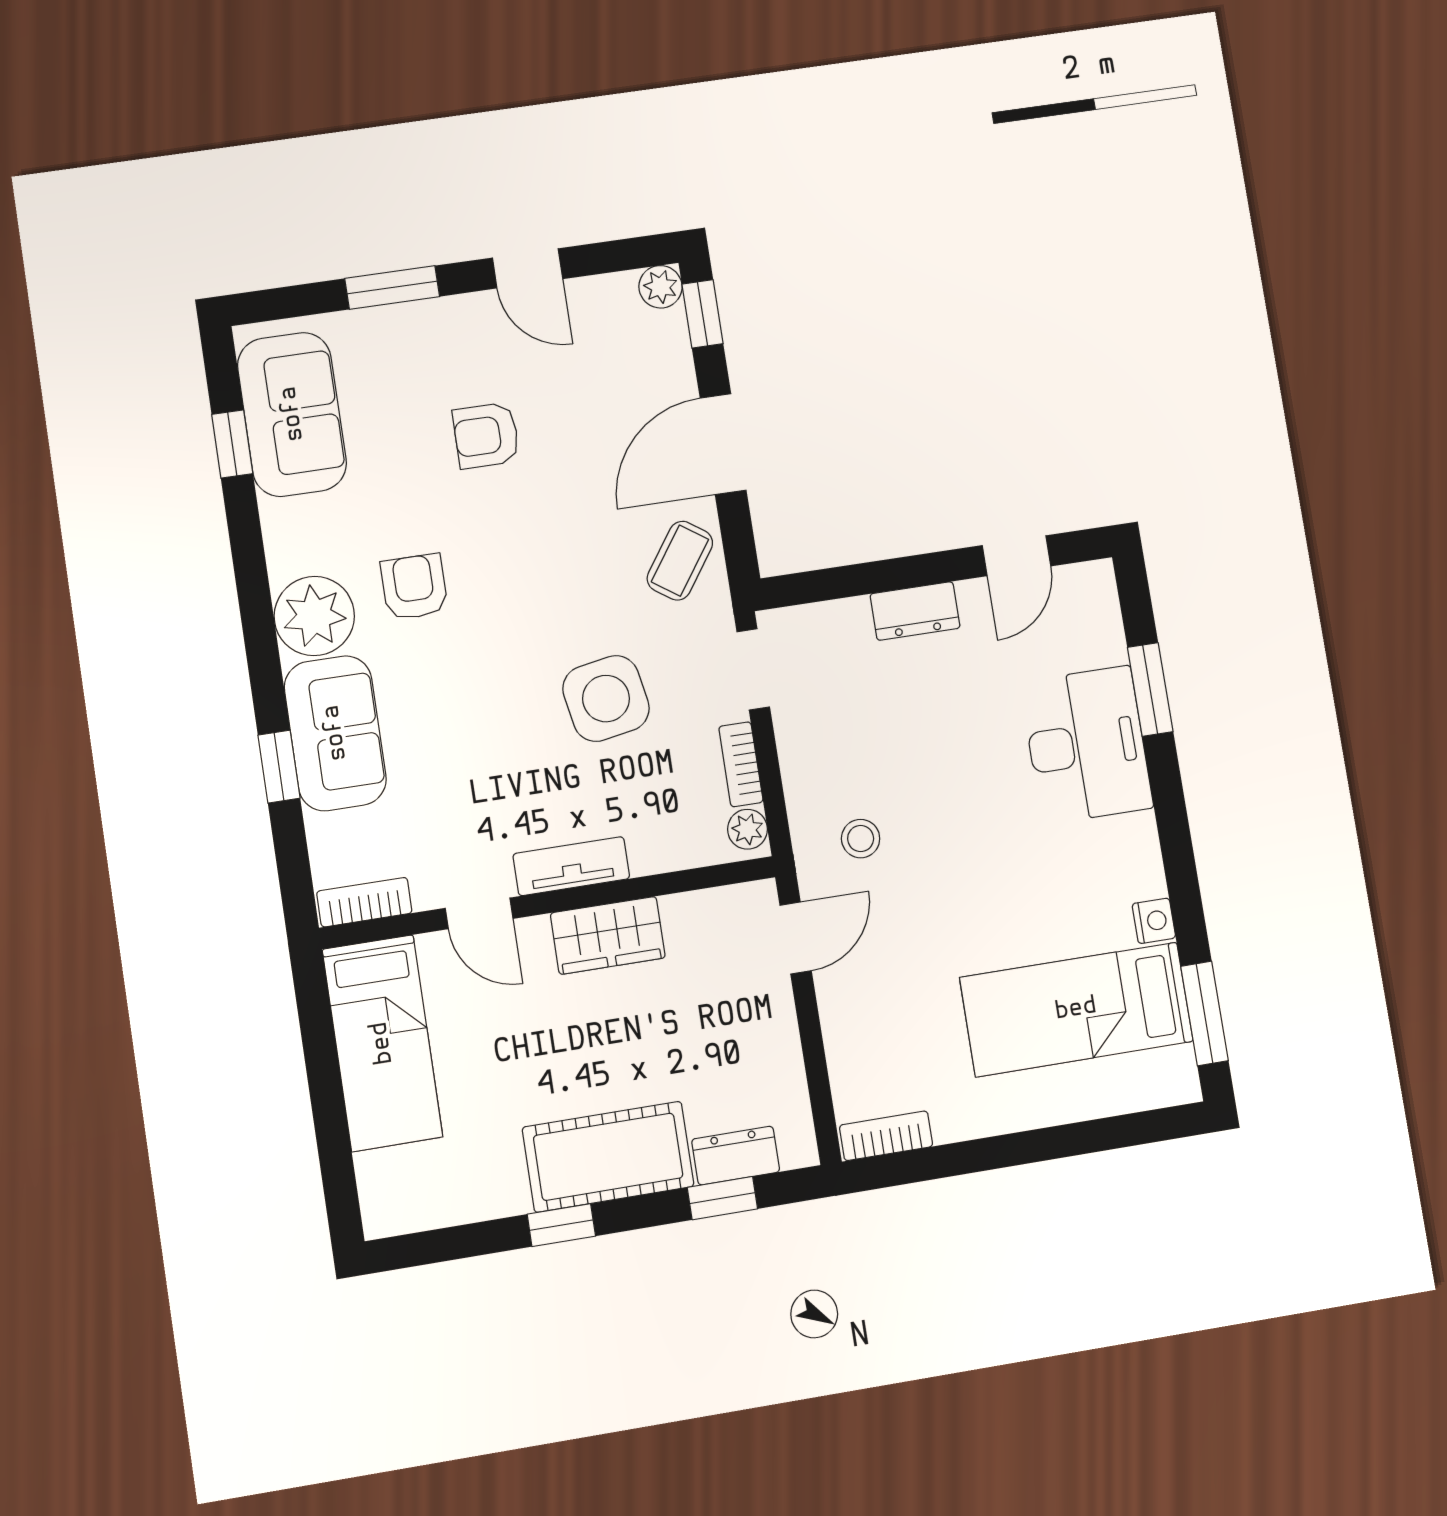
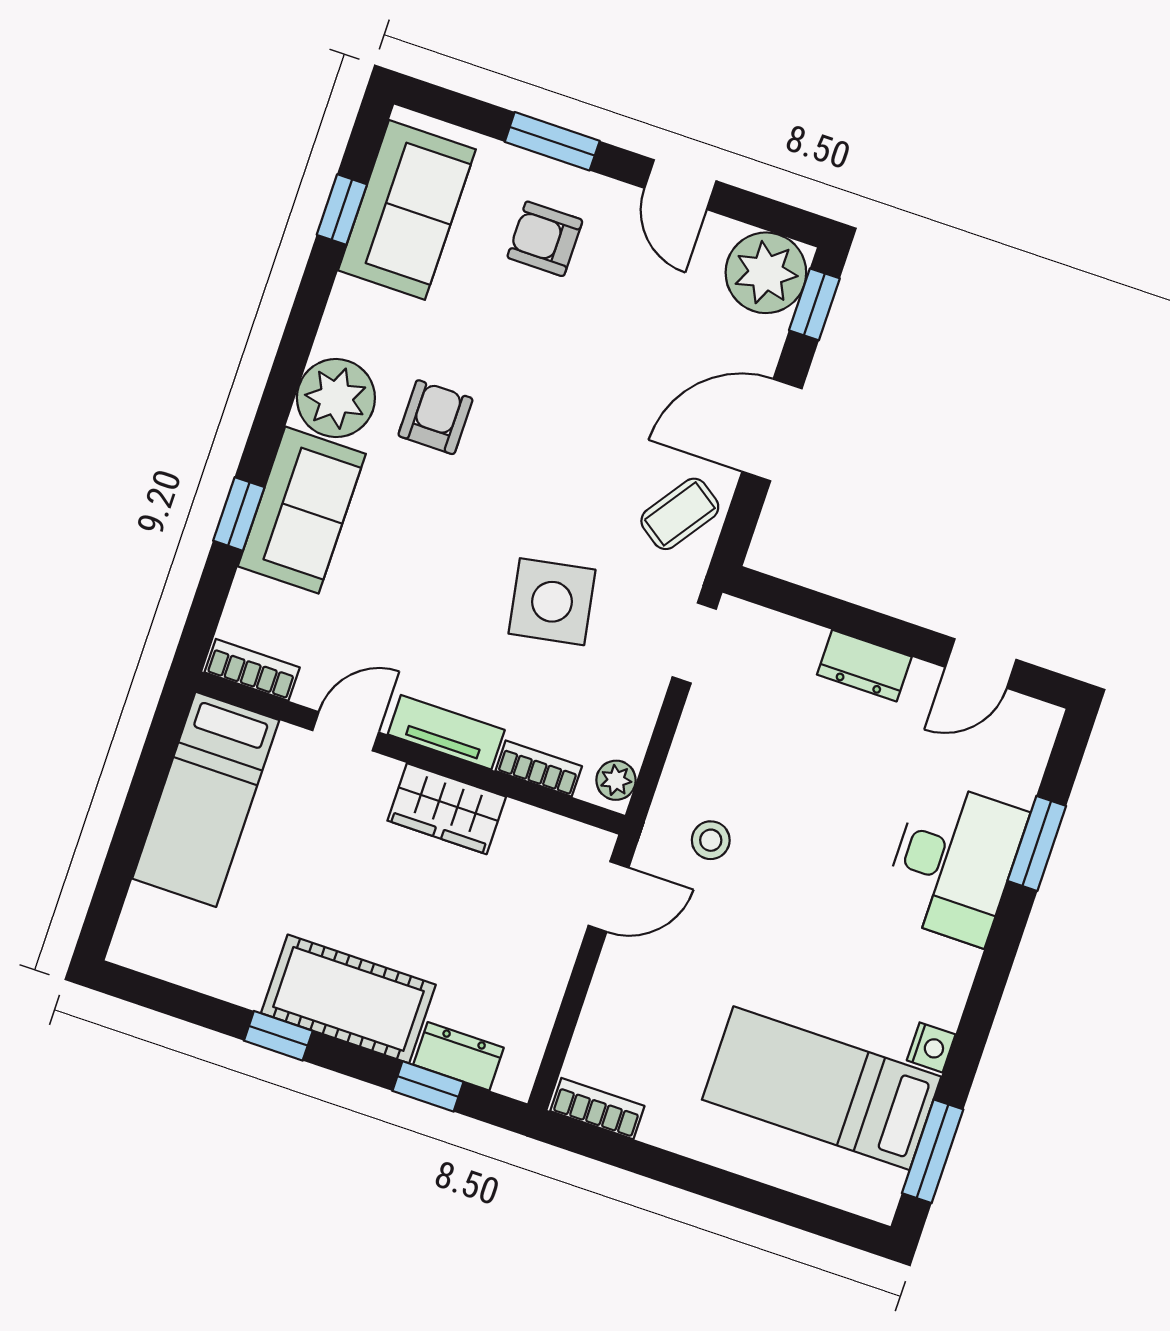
plant: (661, 287) -> (766, 273), width x1.88, depth x1.88
armchair: (486, 435) -> (545, 239), moved
bookcase: (741, 764) -> (539, 769), moved, turned 90
door: (479, 913) -> (346, 731), swing flipped

